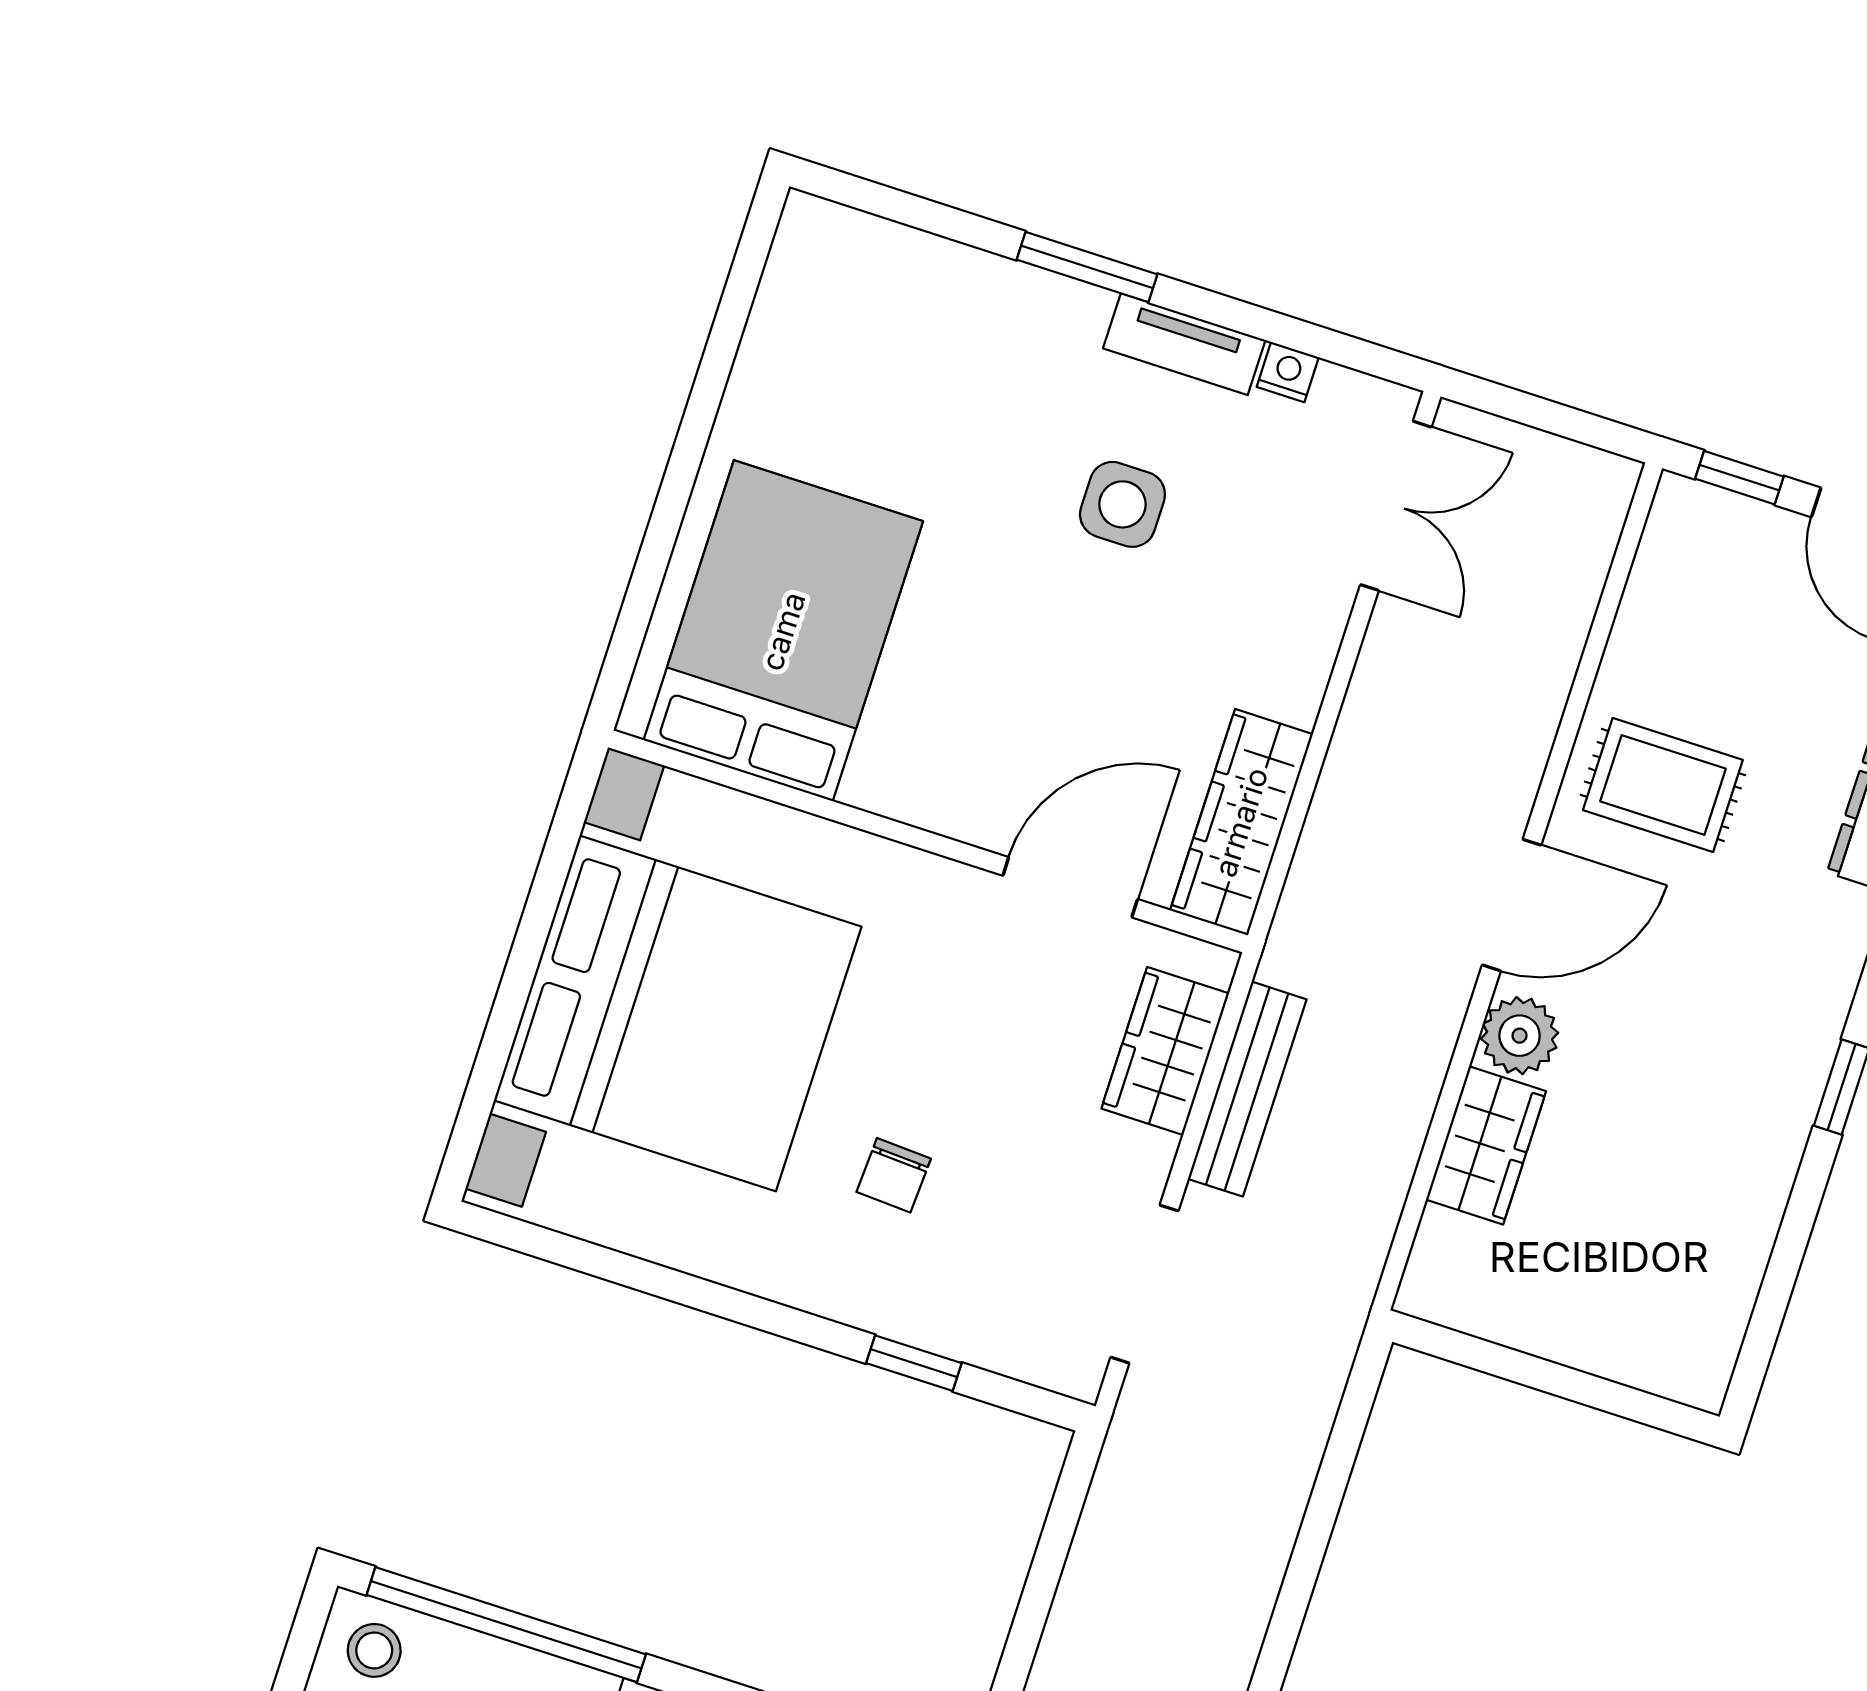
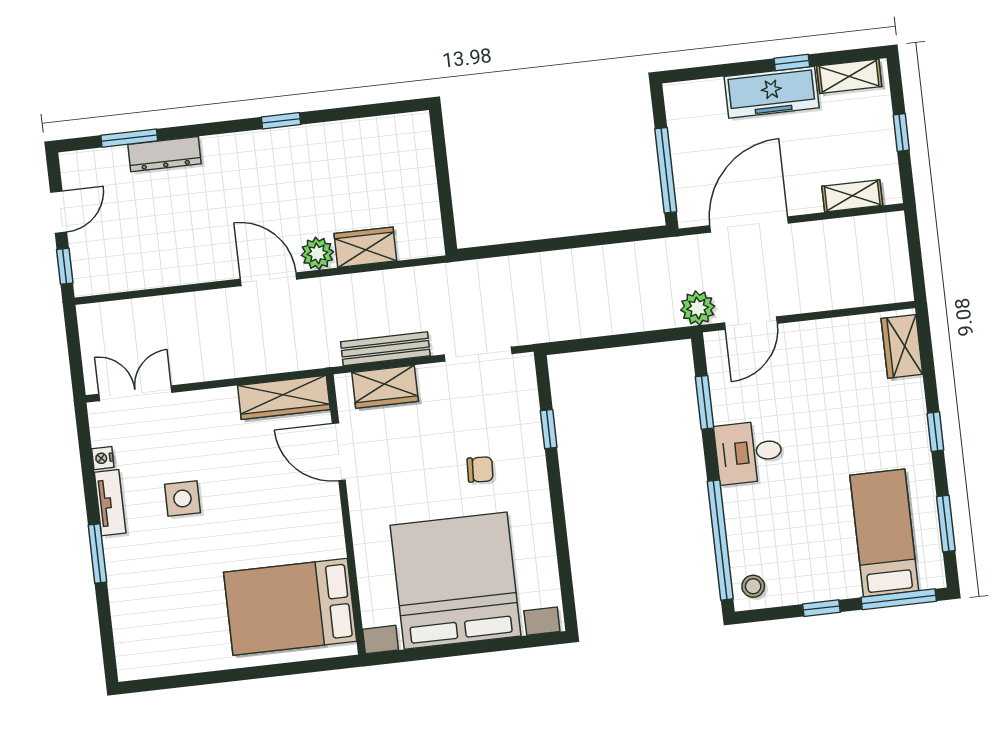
rug: (1663, 785) -> (196, 242), removed

